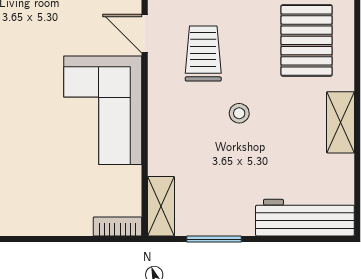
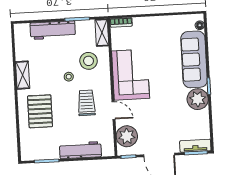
trolley: (203, 54) -> (86, 103), turned 180
stool: (194, 146) -> (89, 61), added
workbench: (305, 218) -> (53, 30), moved

